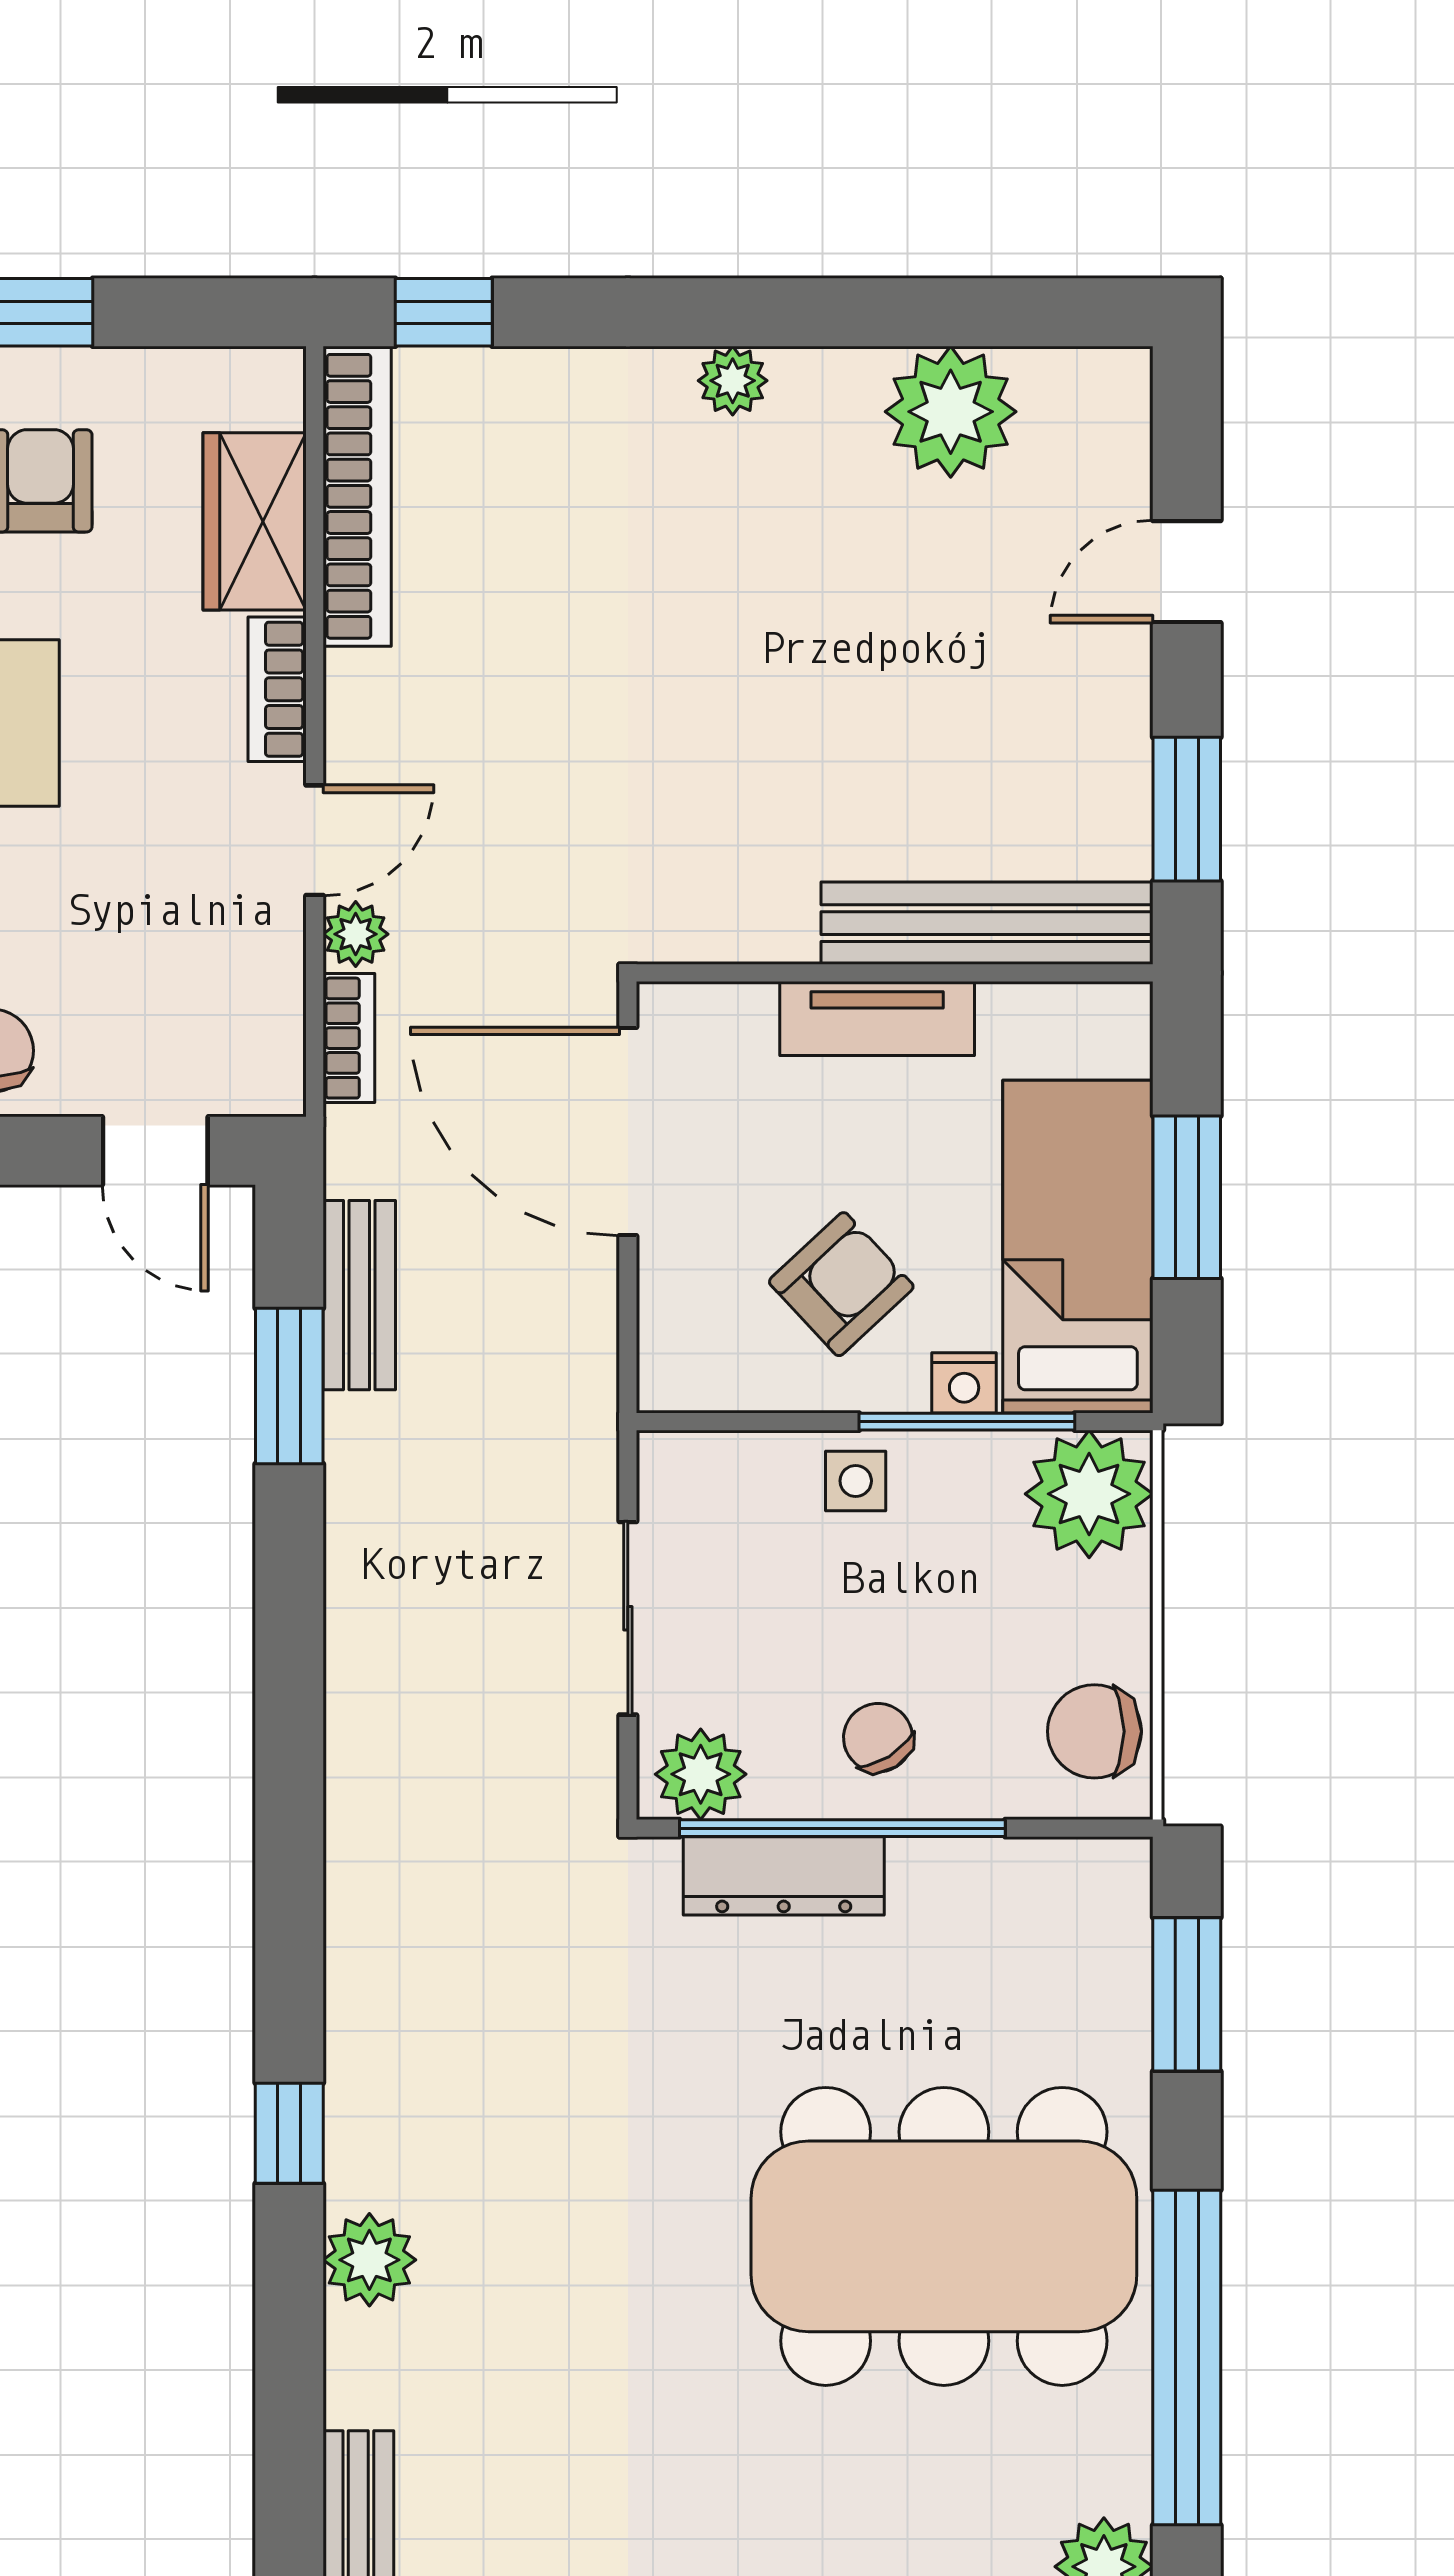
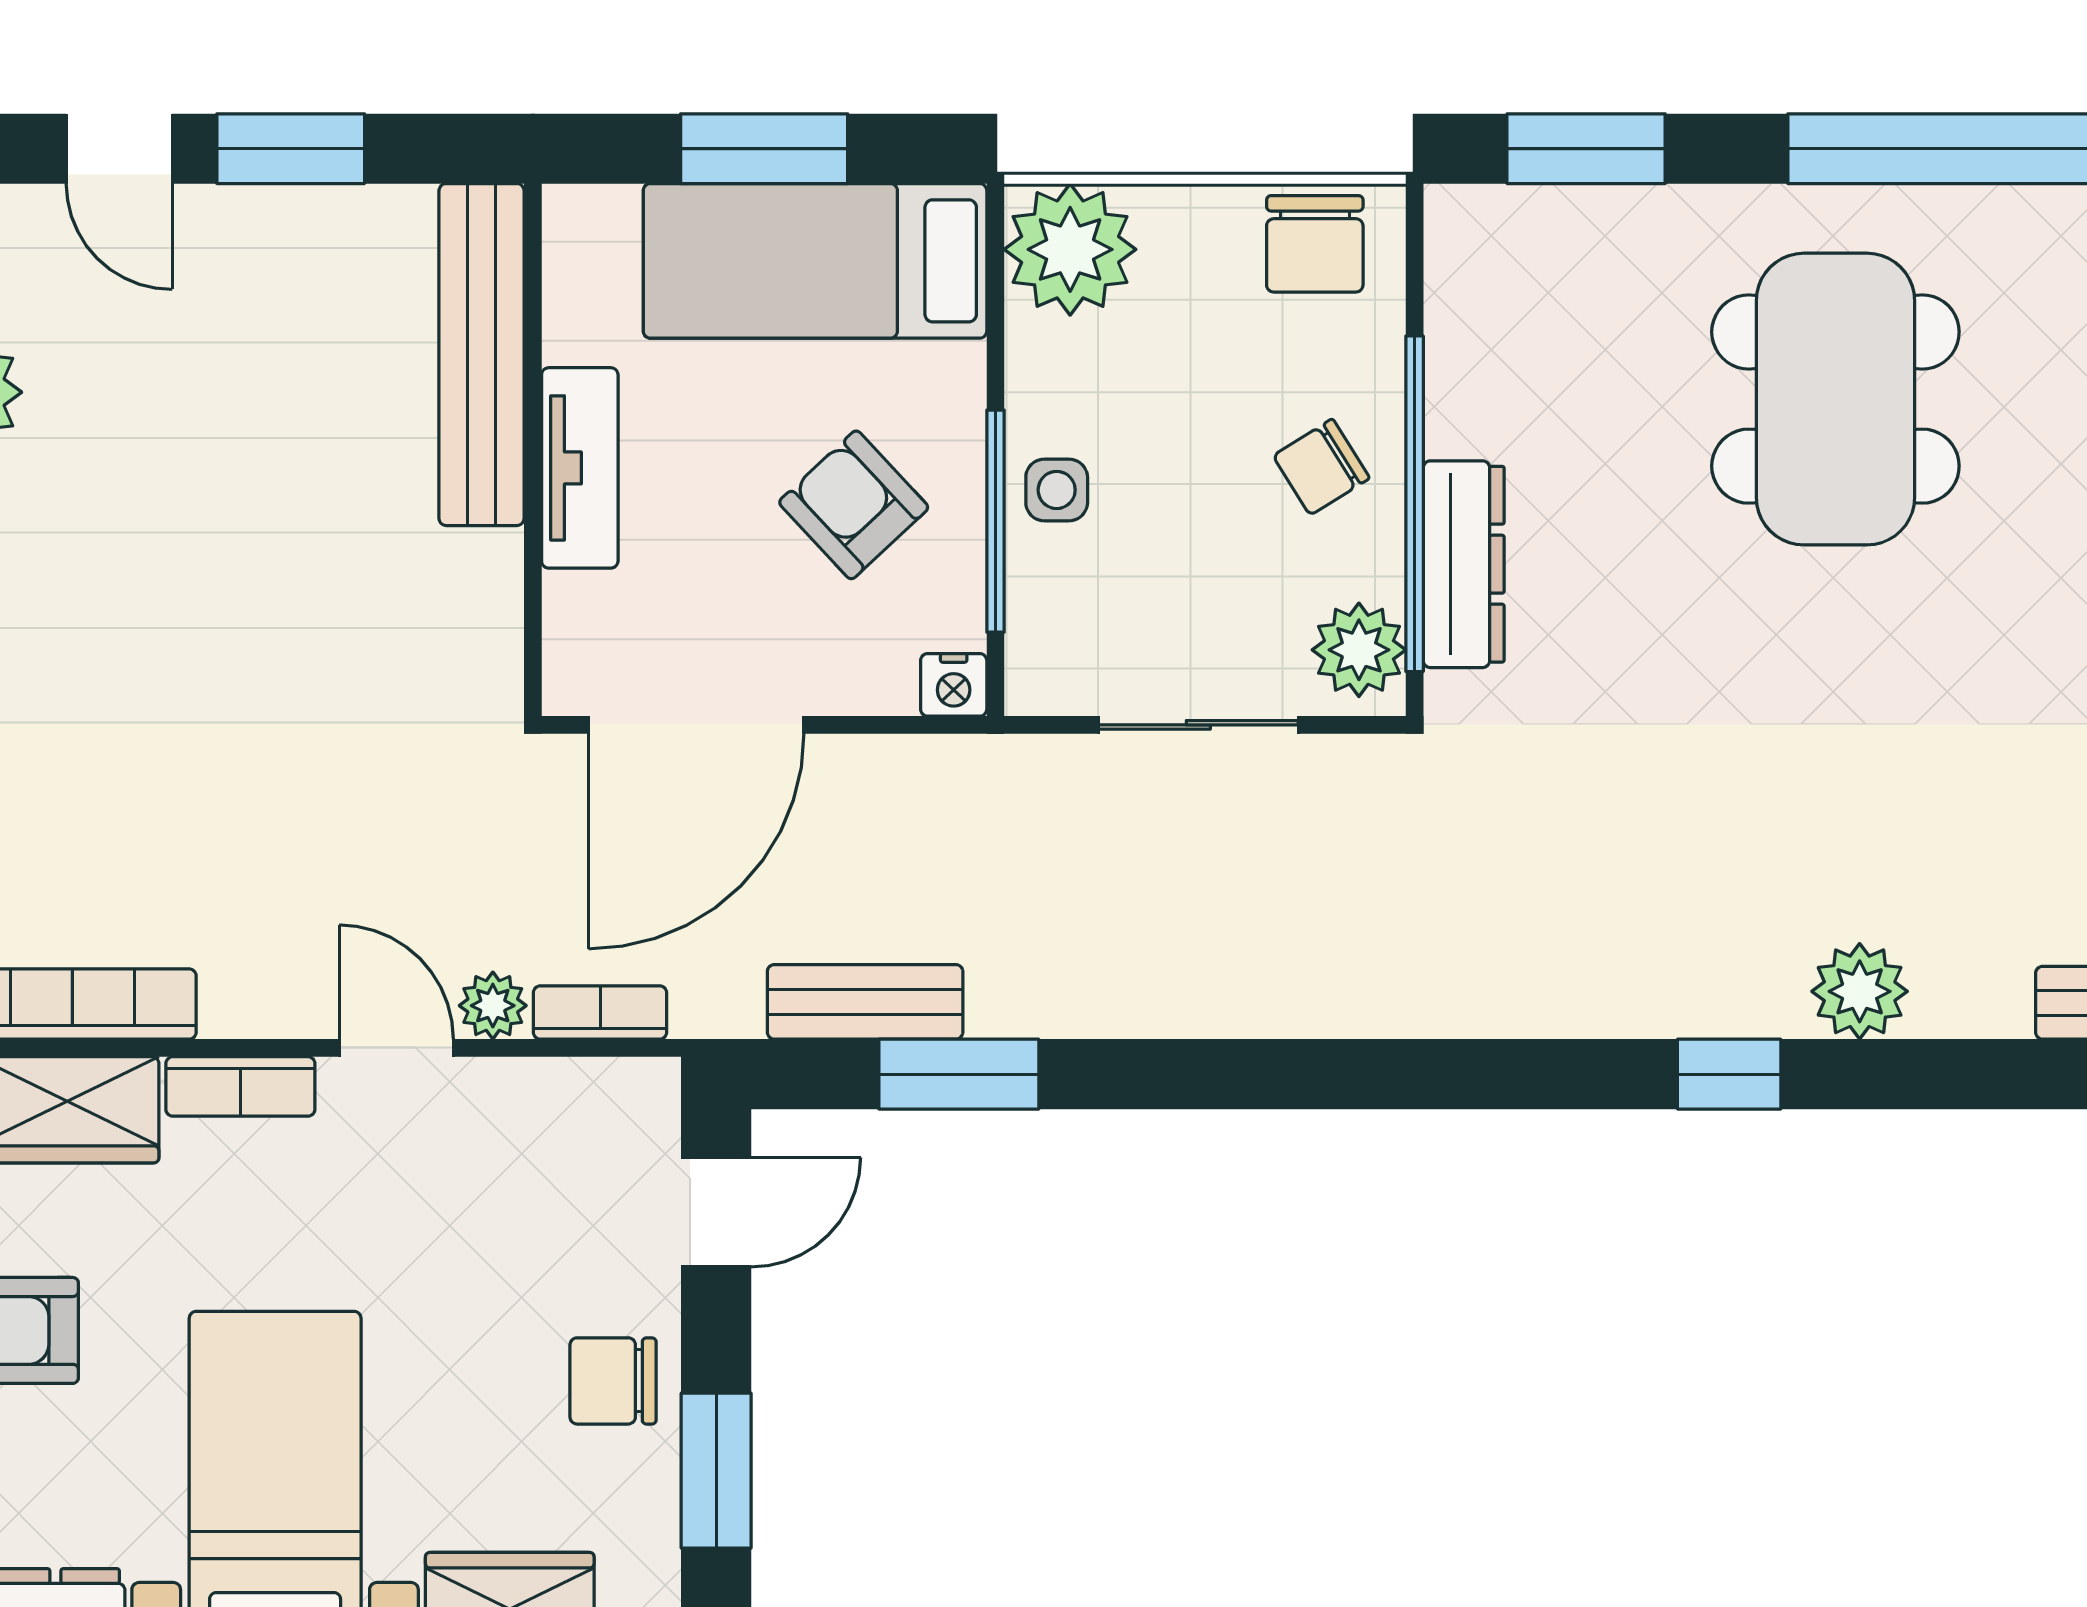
window: (1187, 809) -> (291, 149), moved
nightstand: (964, 1383) -> (954, 685), moved, turned 90
window: (967, 1422) -> (995, 521), moved
dining table: (944, 2236) -> (1835, 399), width x0.73, depth x0.80

